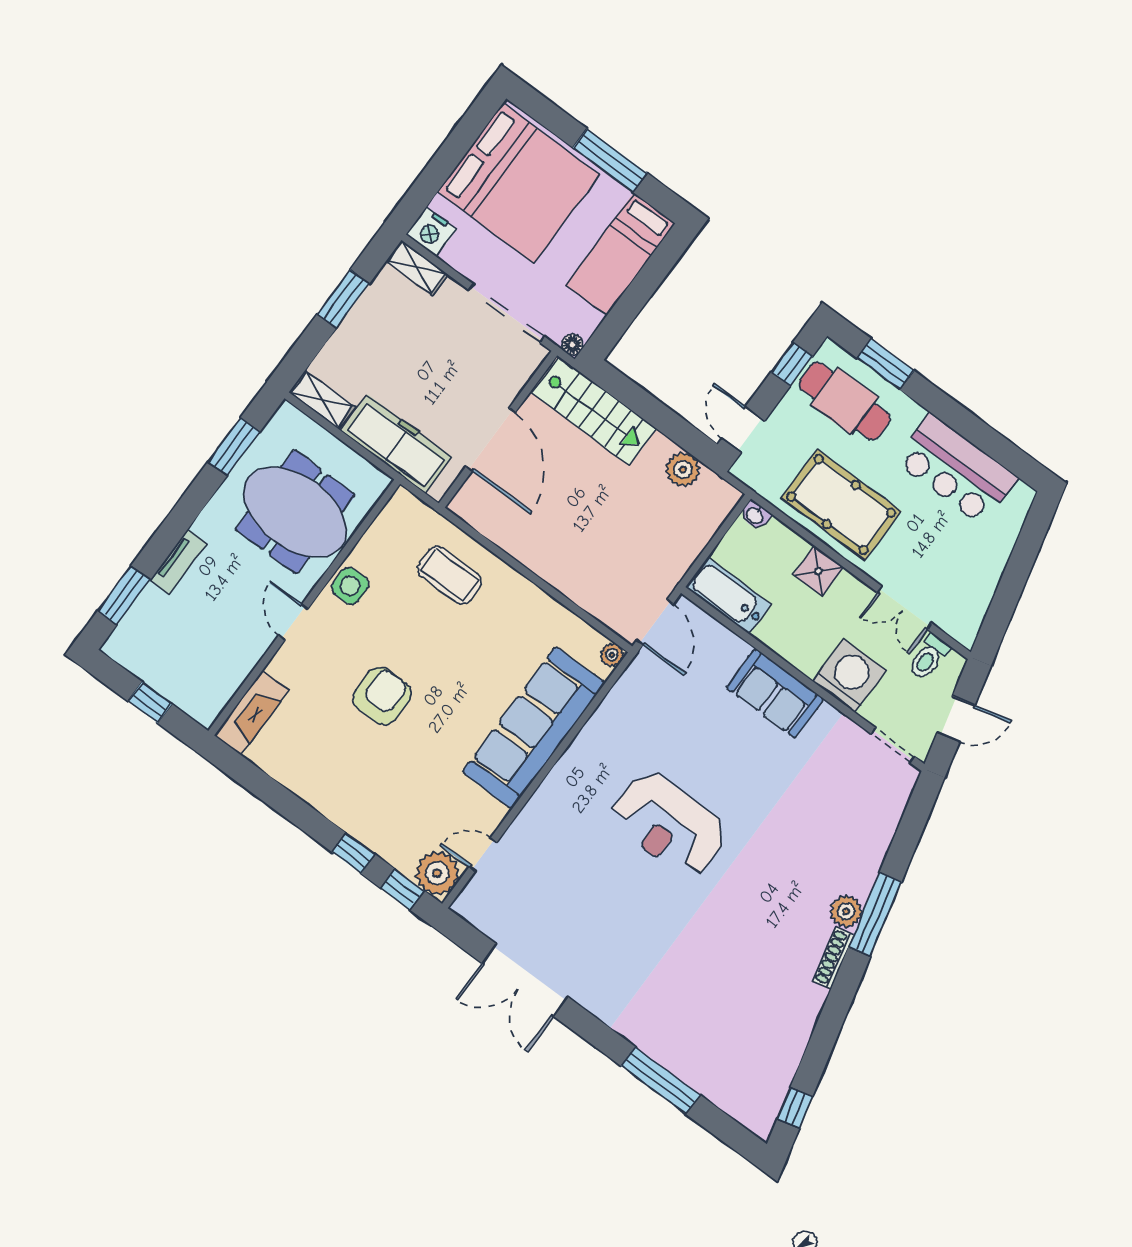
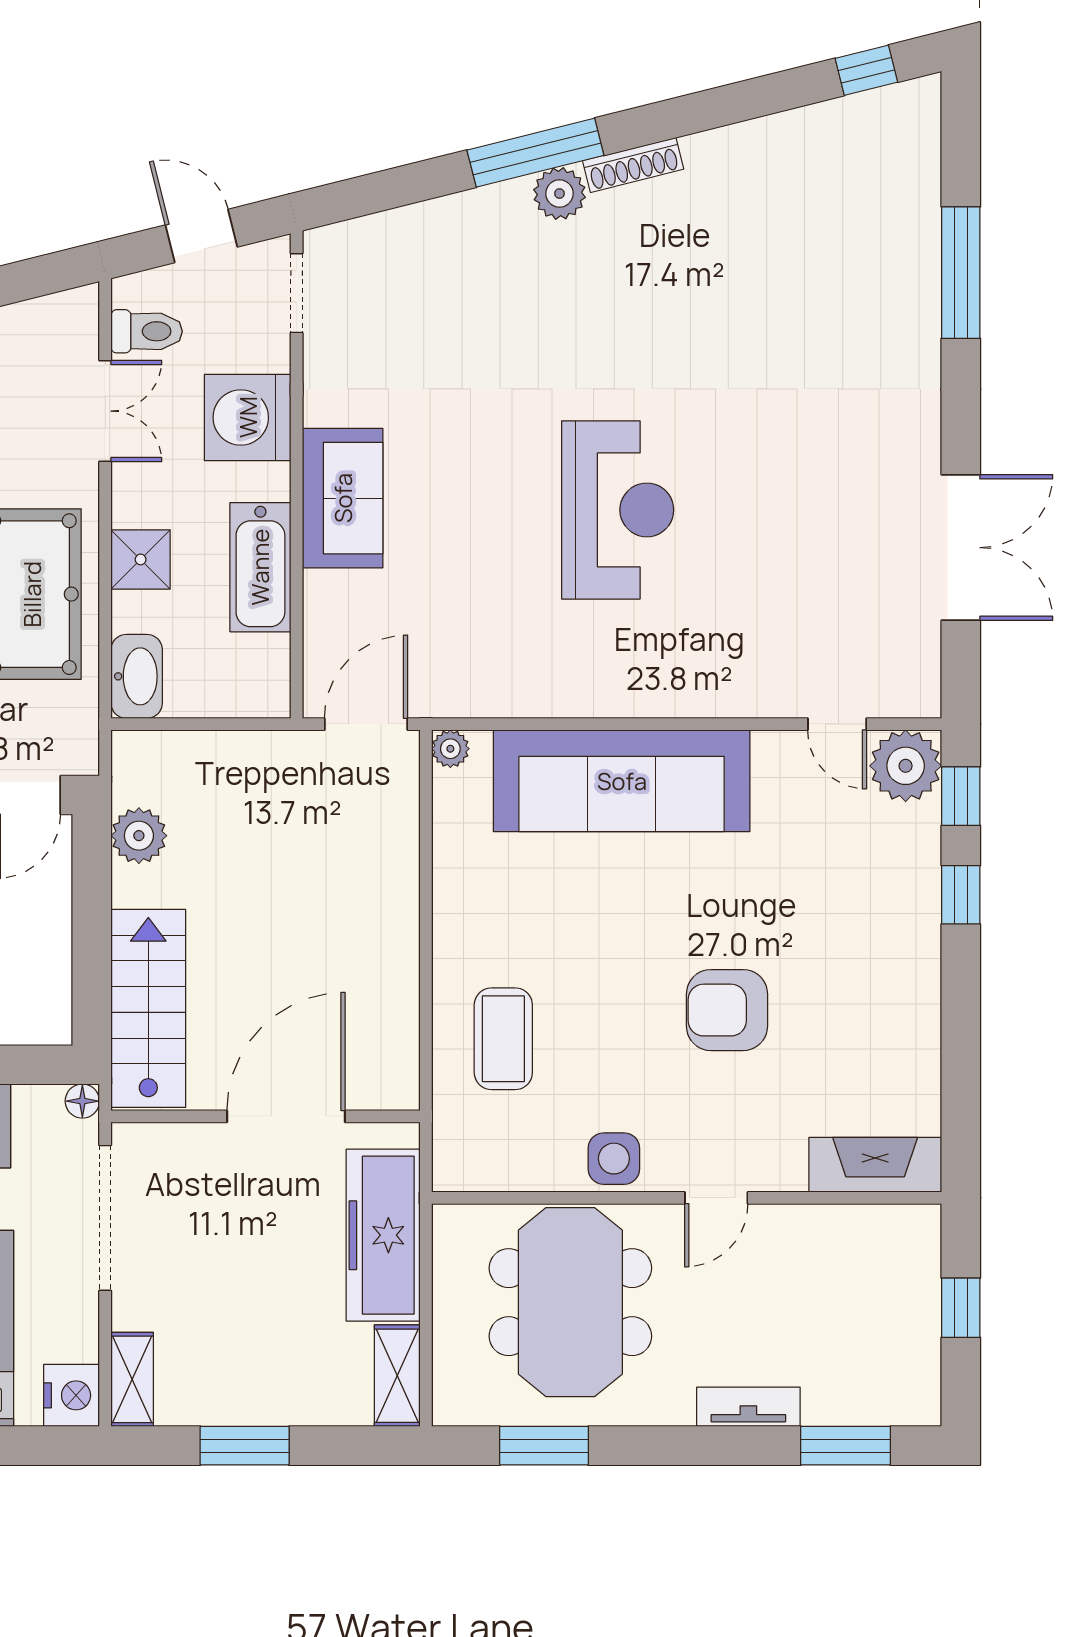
washbasin: (755, 515) -> (137, 676), width x1.91, depth x1.45
bathtub: (728, 596) -> (260, 567), moved

